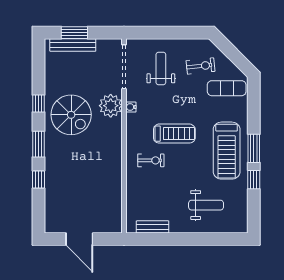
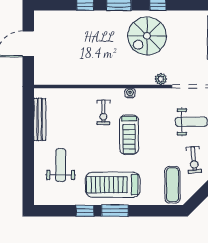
plant: (111, 106) -> (161, 79), width x0.53, depth x0.53
water cooler: (131, 107) -> (130, 93), moved
weight bench: (206, 205) -> (61, 165), turned 180
bench: (153, 227) -> (40, 119), width x1.36

